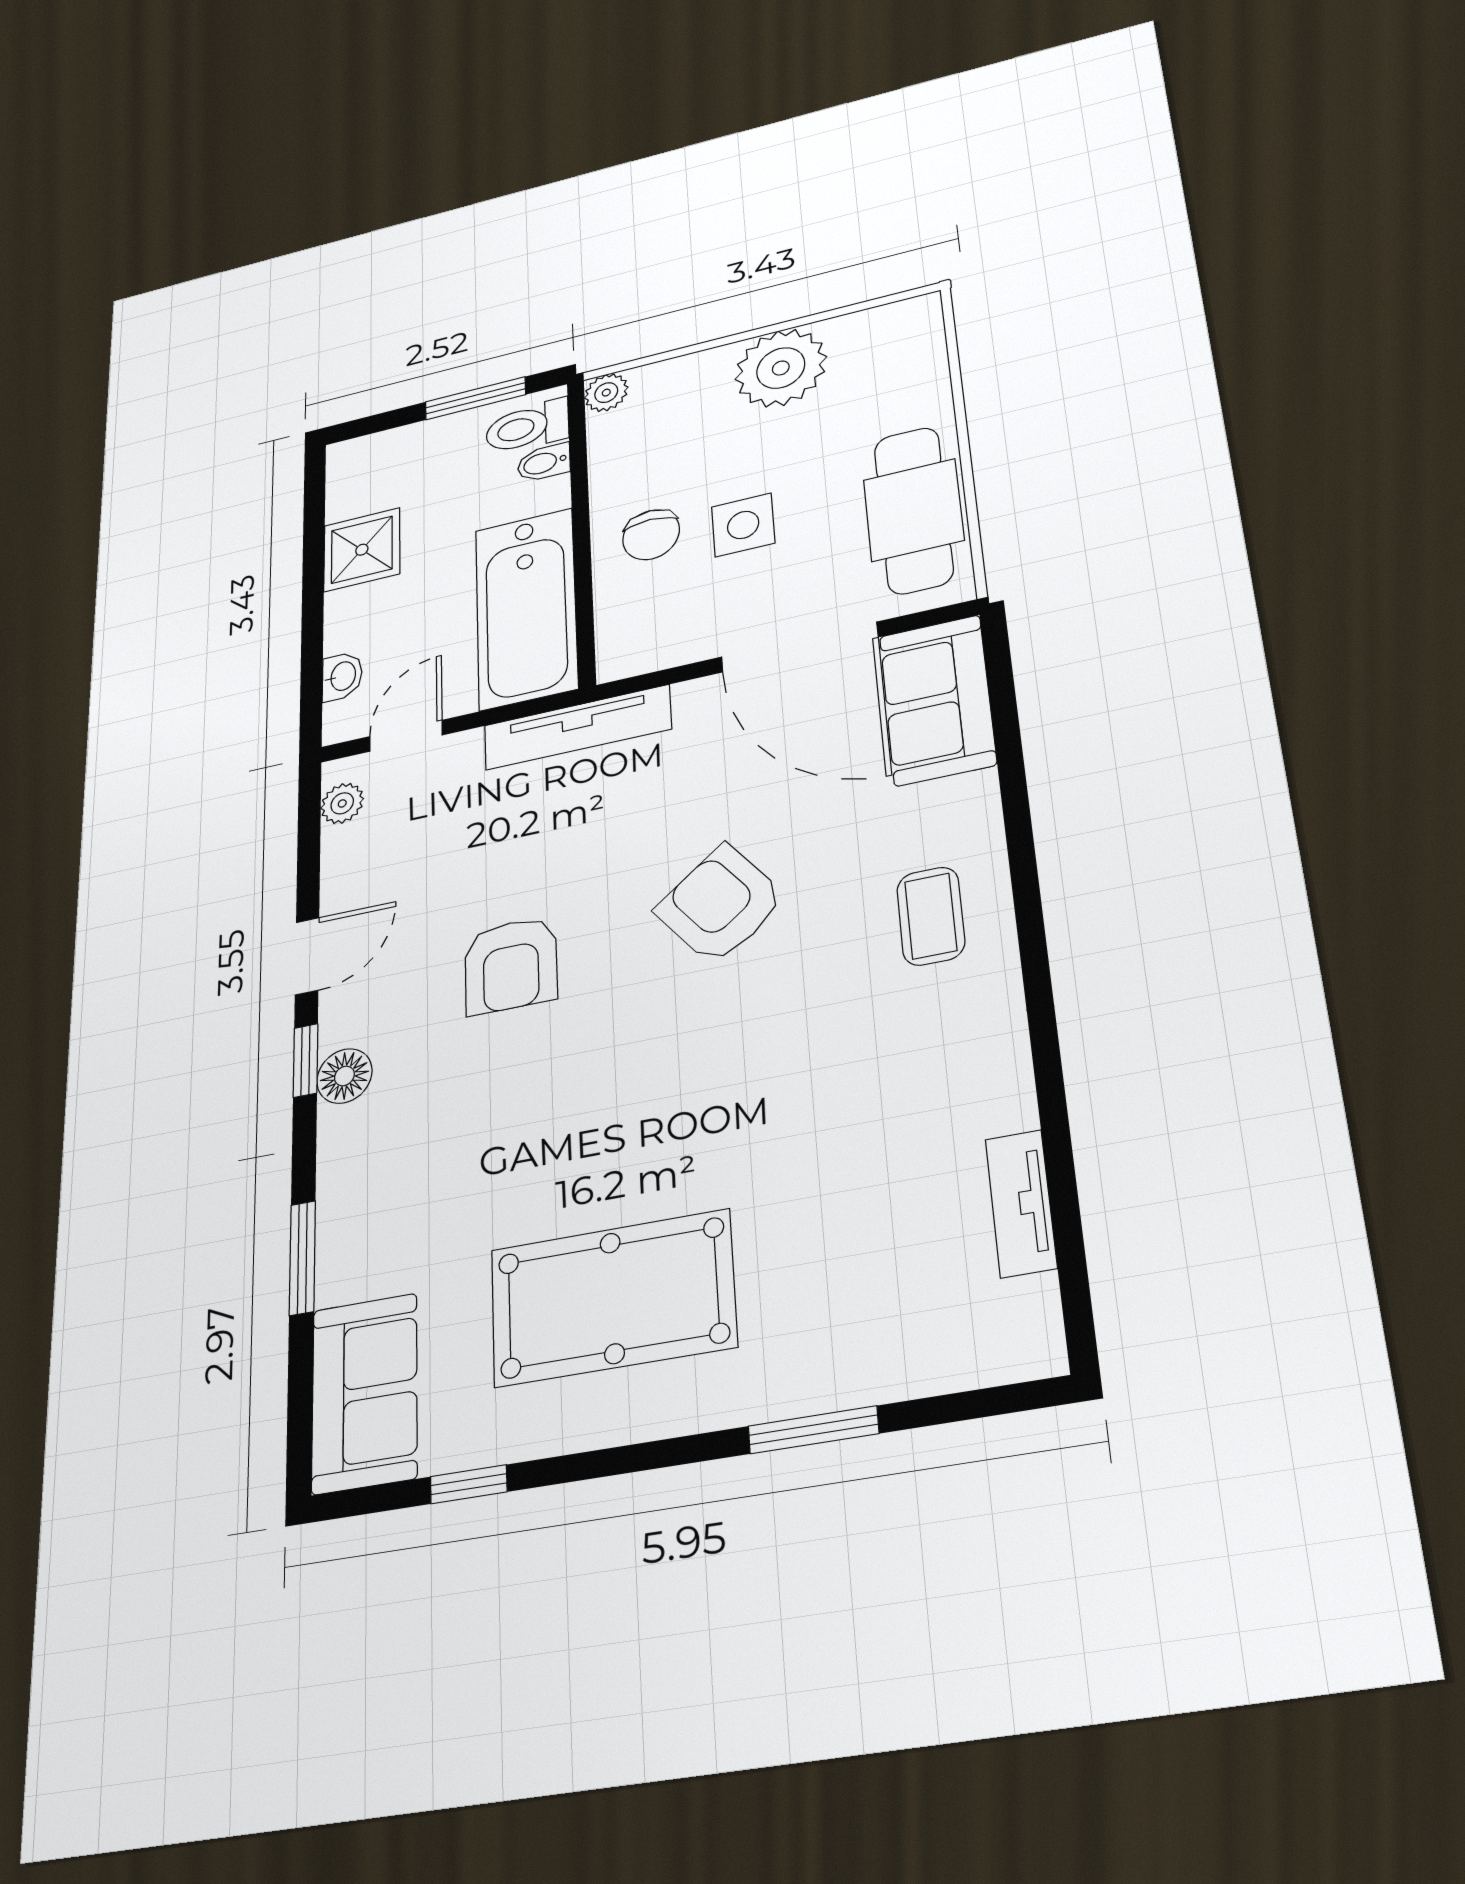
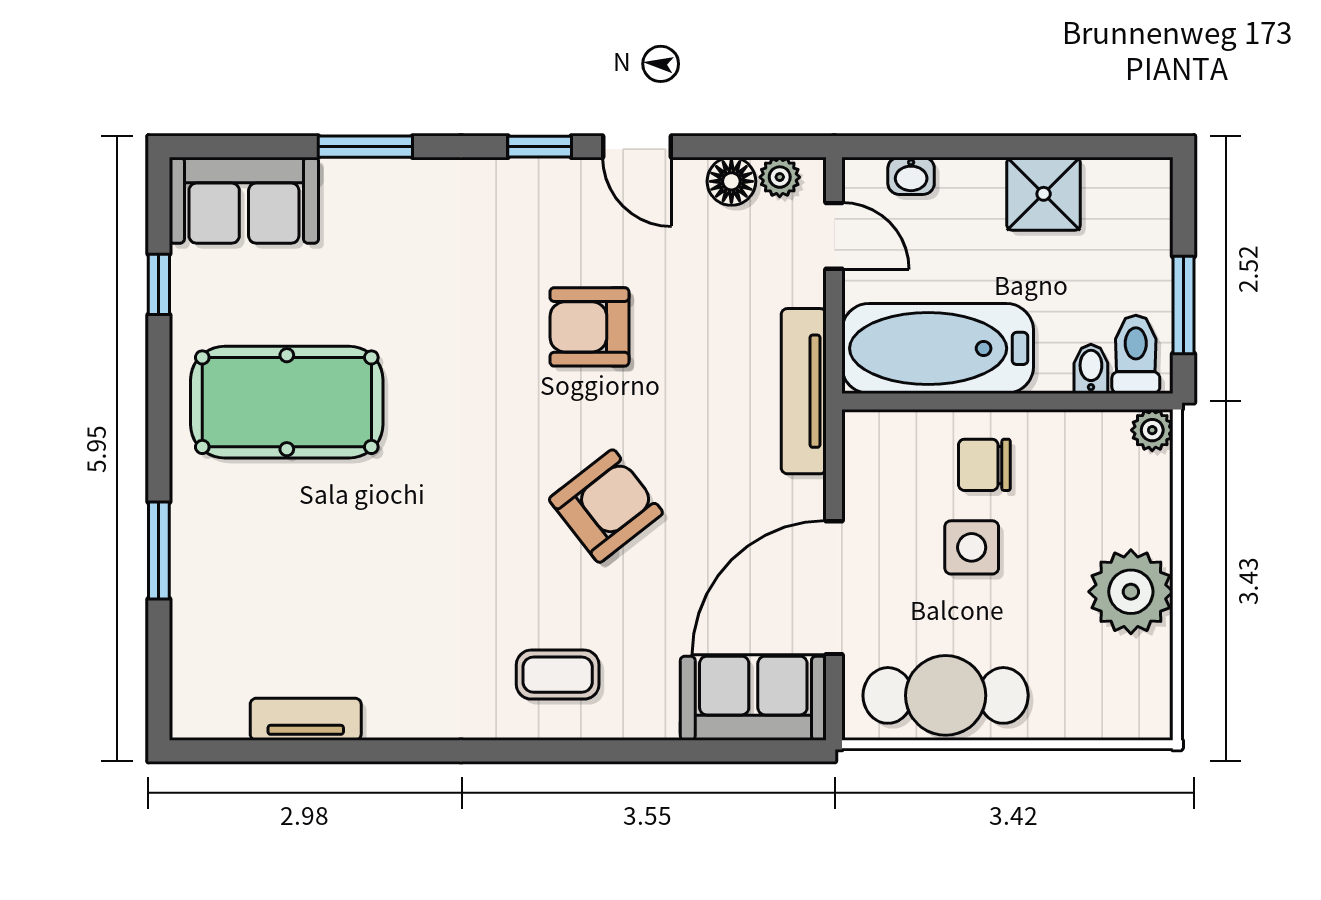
floor lamp: (344, 1076) -> (731, 181), moved
pool table: (612, 1298) -> (287, 402), turned 90

